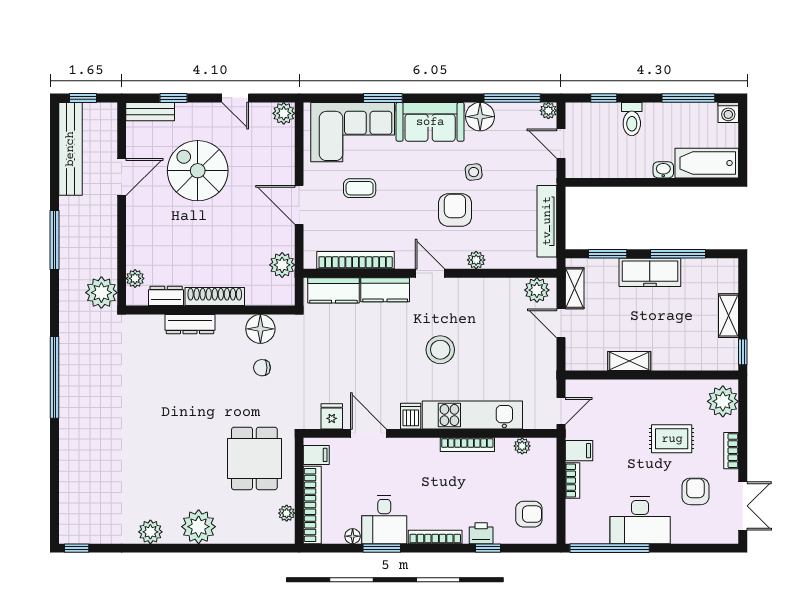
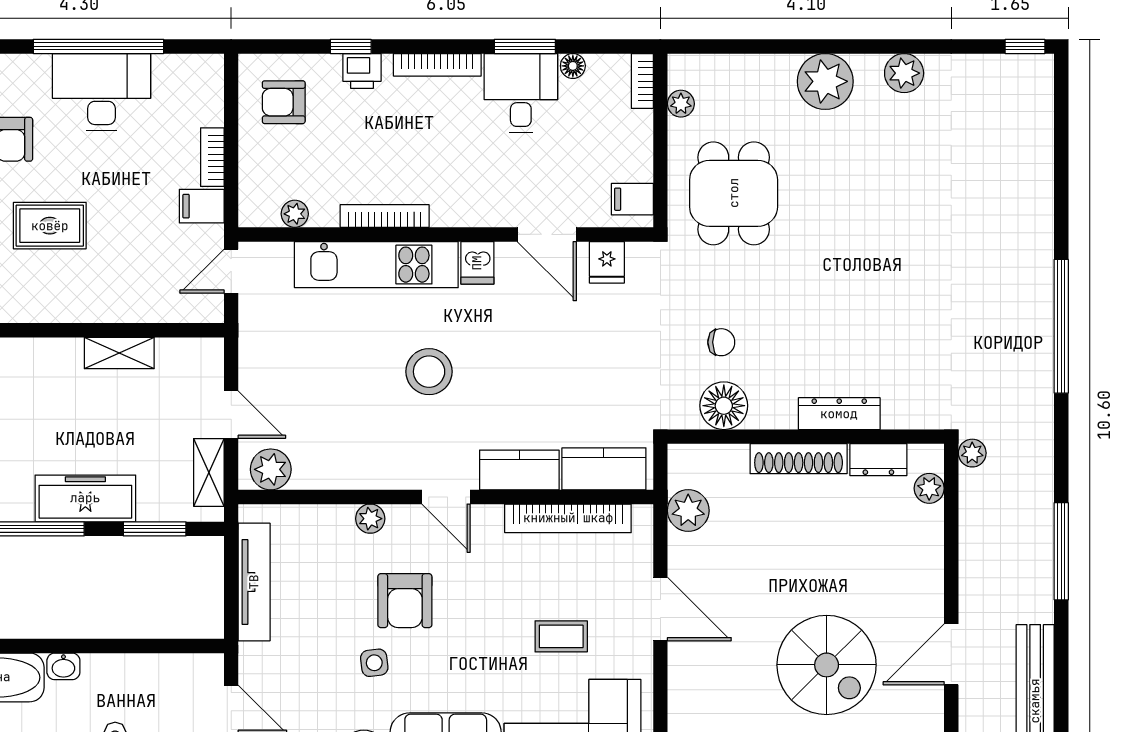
plant: (101, 293) -> (972, 453), width x0.53, depth x0.53
bookcase: (312, 505) -> (642, 81), width x0.43, depth x0.76
window: (610, 548) -> (98, 46), moved

